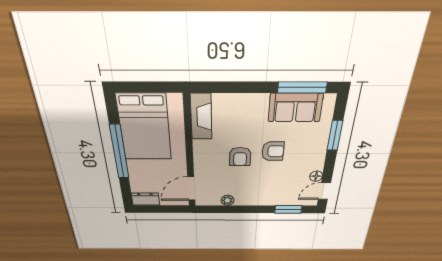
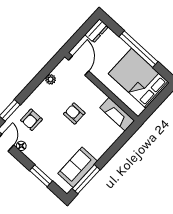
armchair: (273, 151) -> (31, 120), moved

